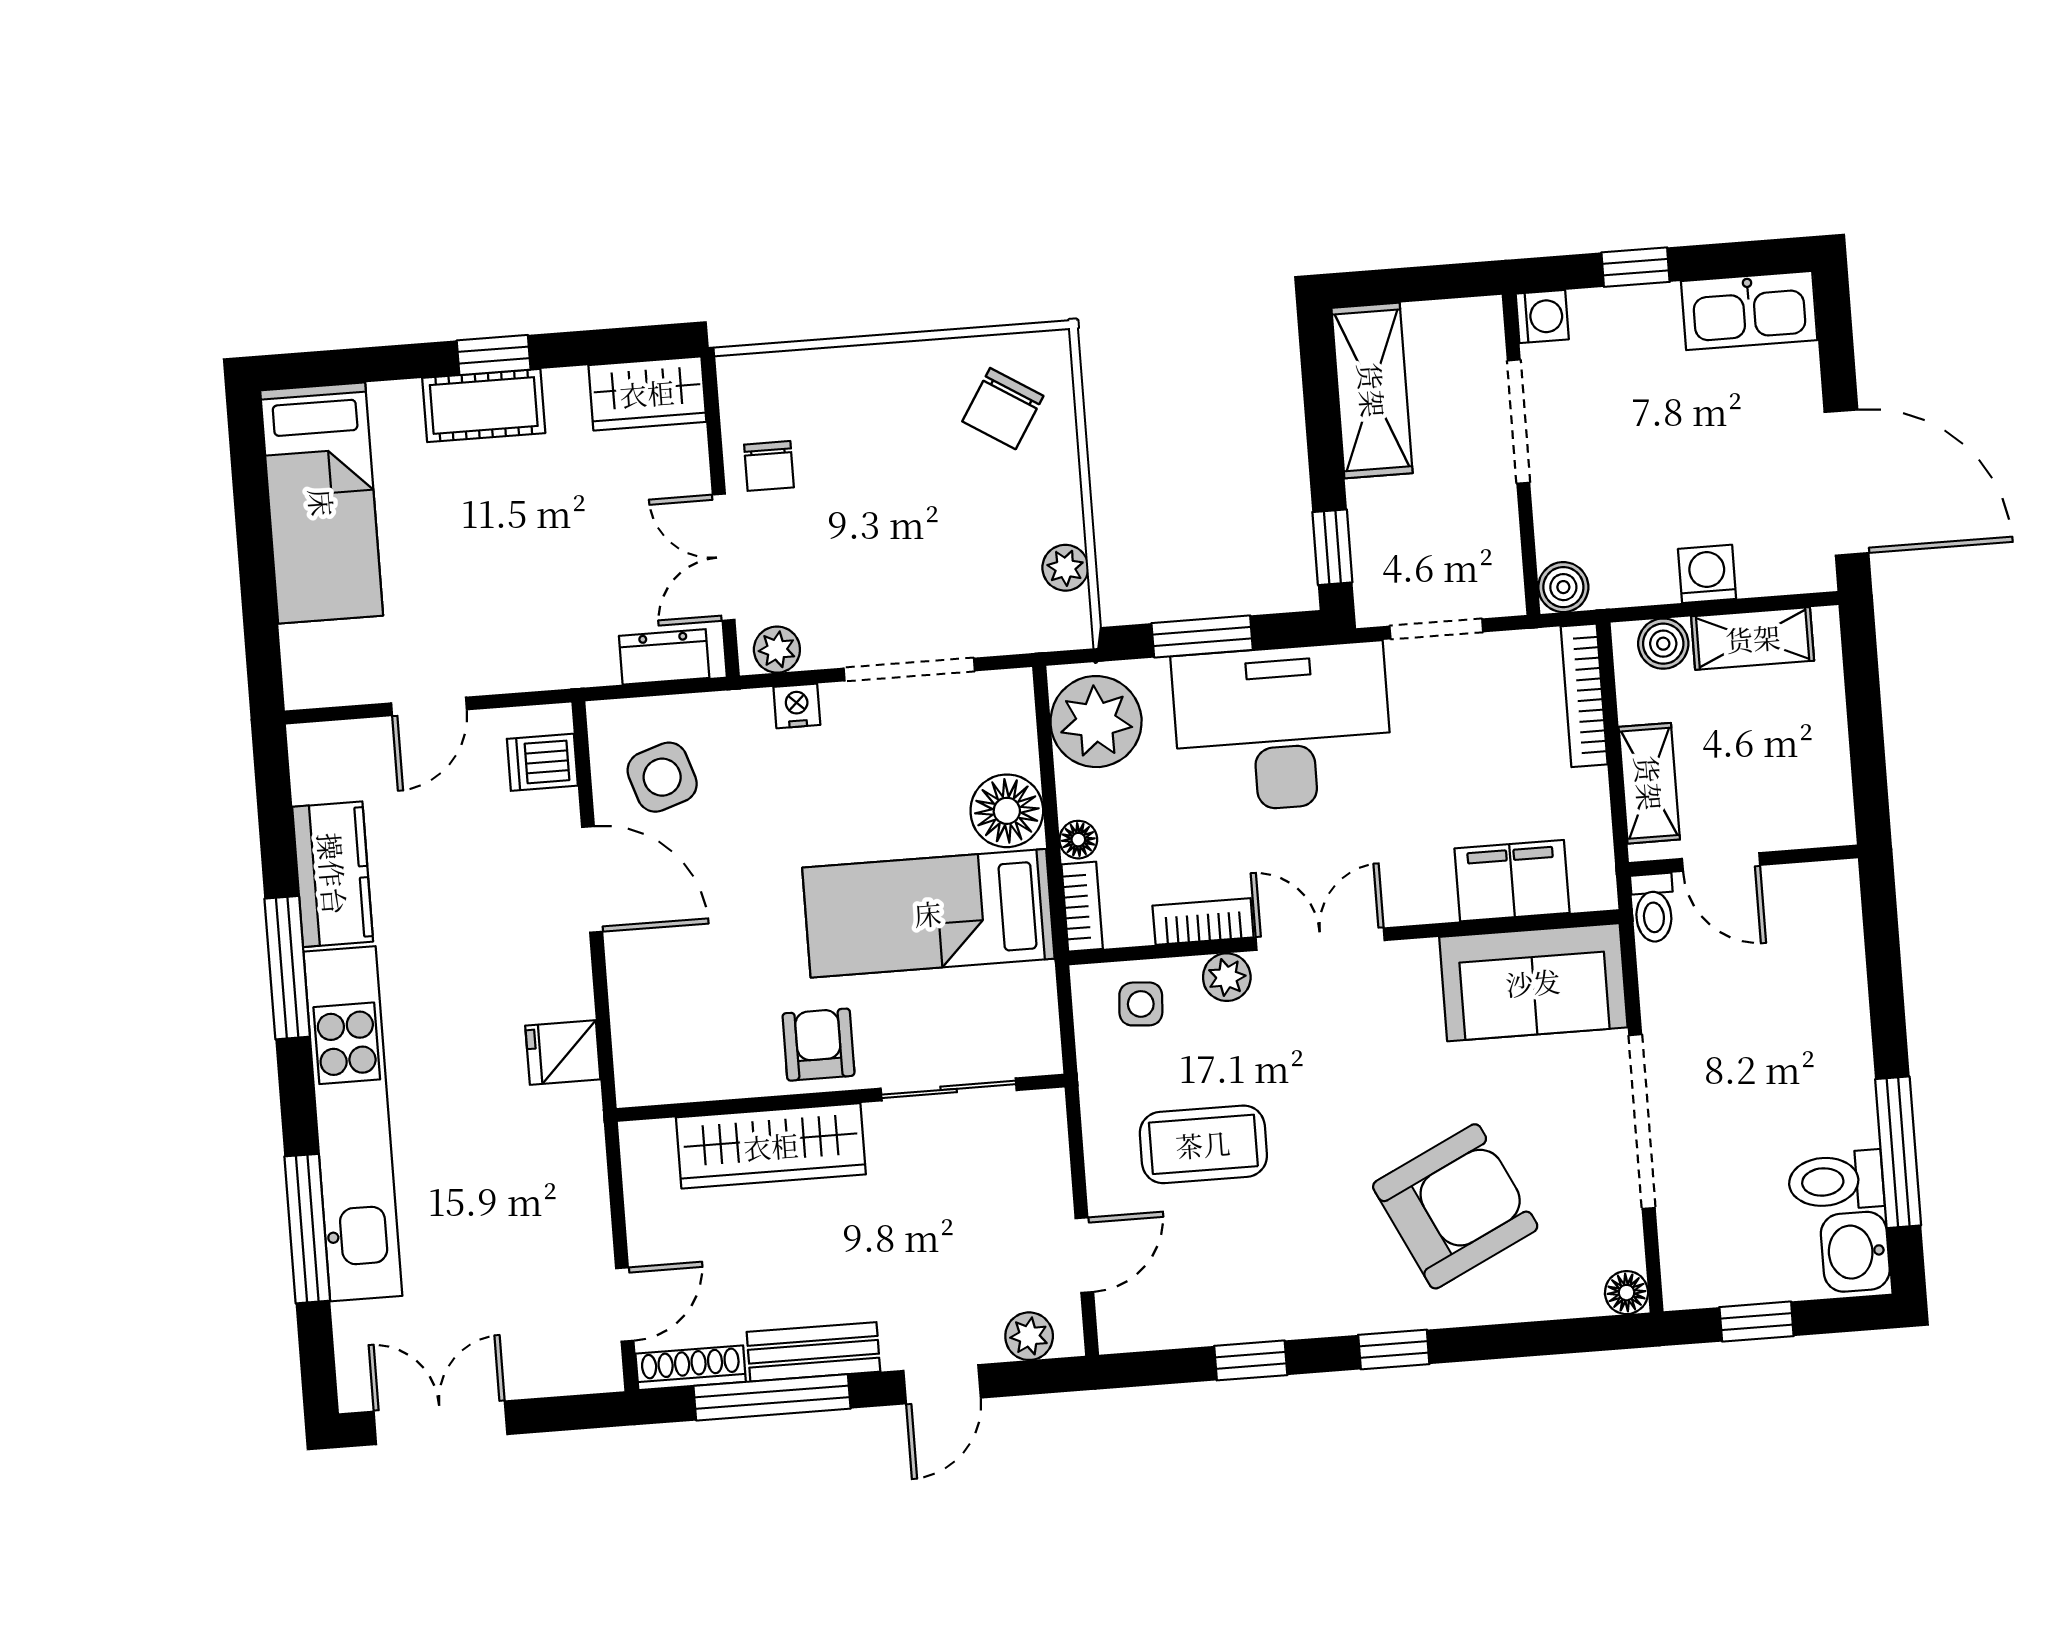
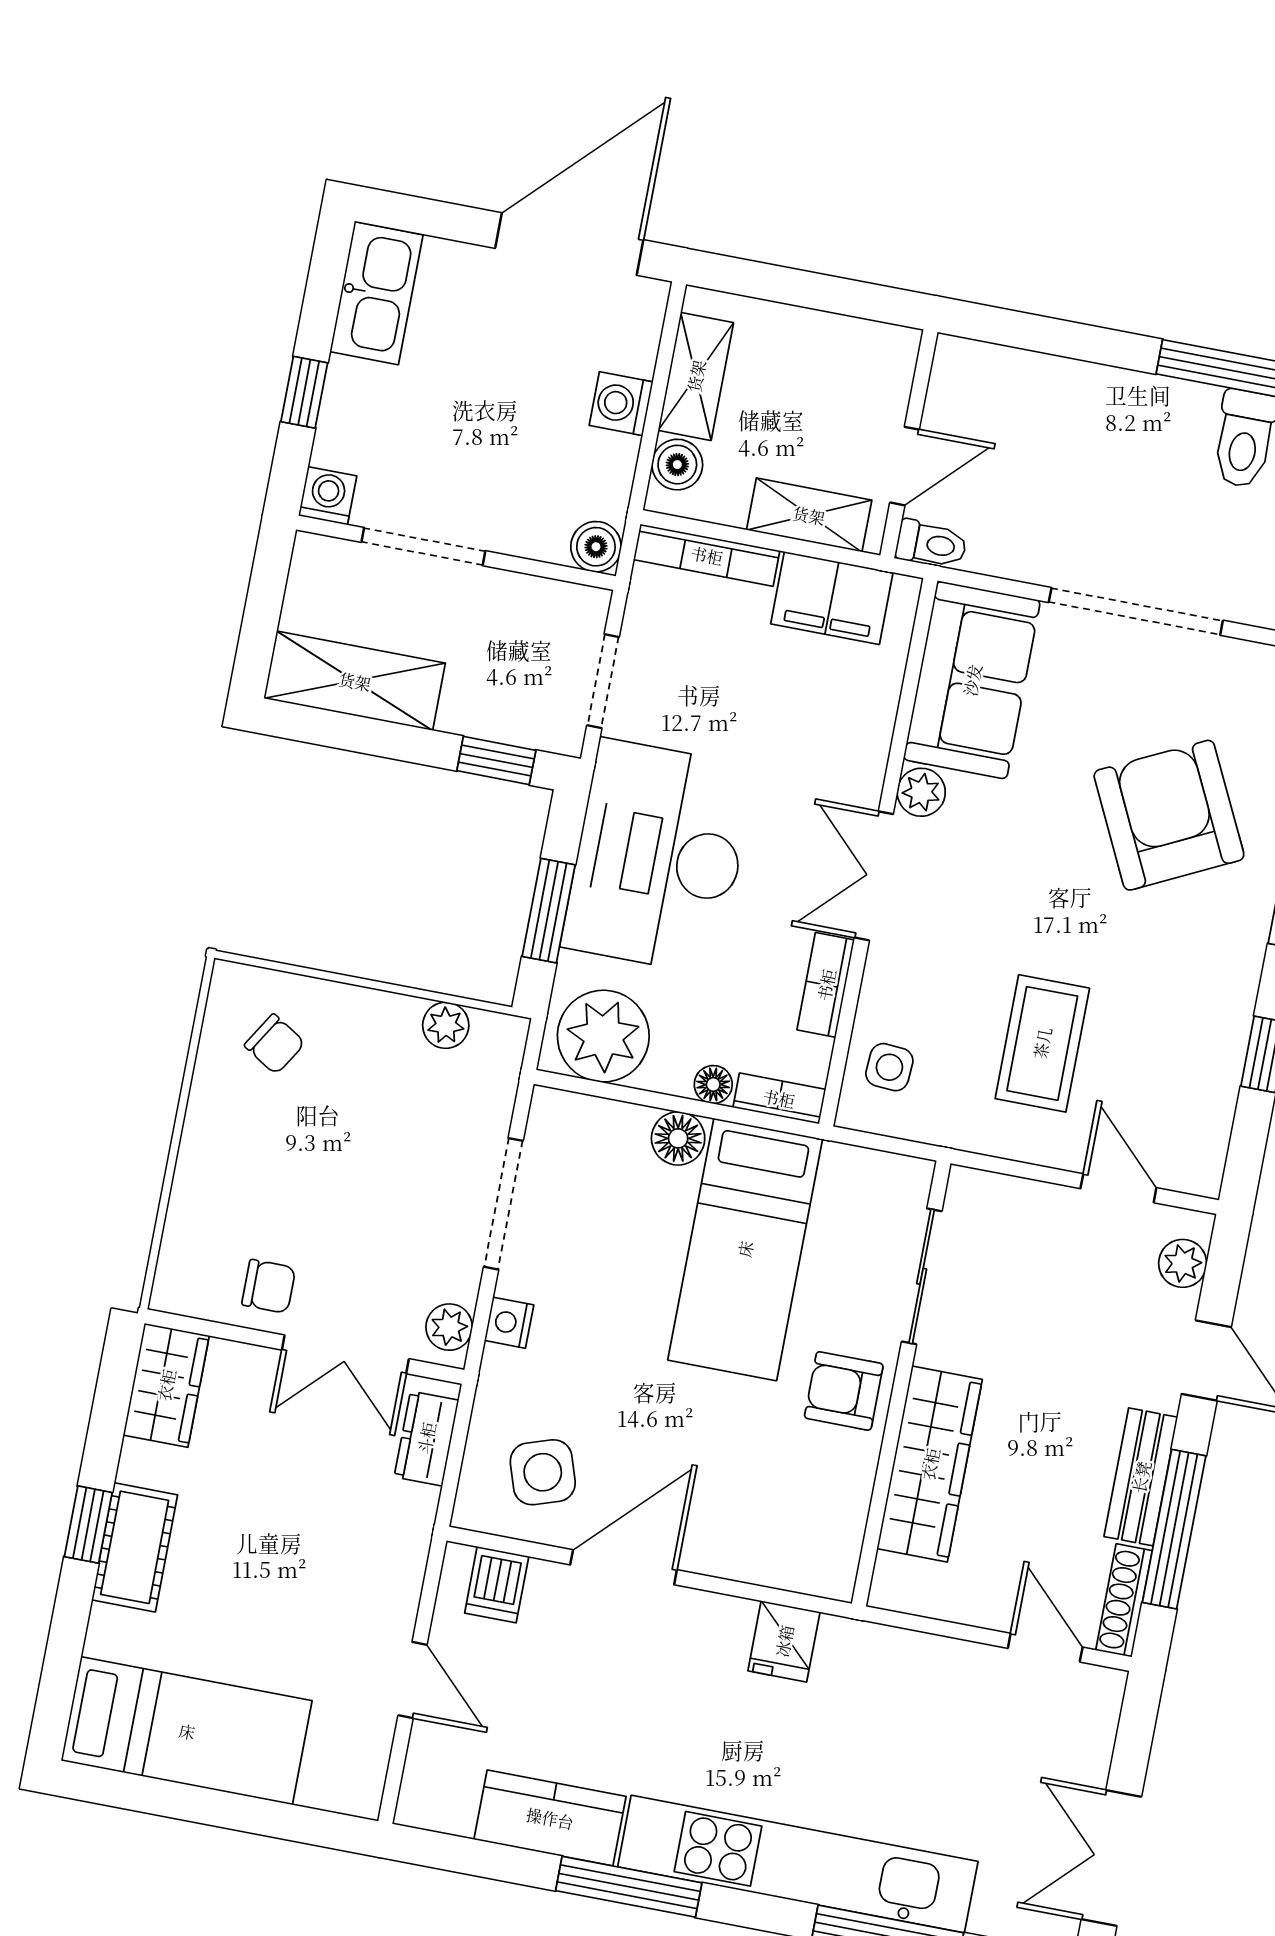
chair: (1003, 409) -> (275, 1044), width x0.73, depth x0.73
floor lamp: (1007, 811) -> (678, 1138), width x0.73, depth x0.73
filing cabinet: (1512, 881) -> (832, 598), moved, turned -90
plant: (1227, 977) -> (921, 792), moved

